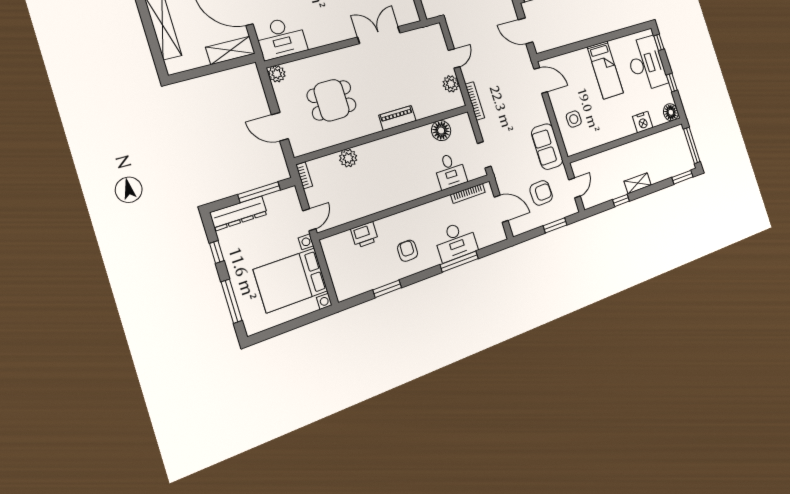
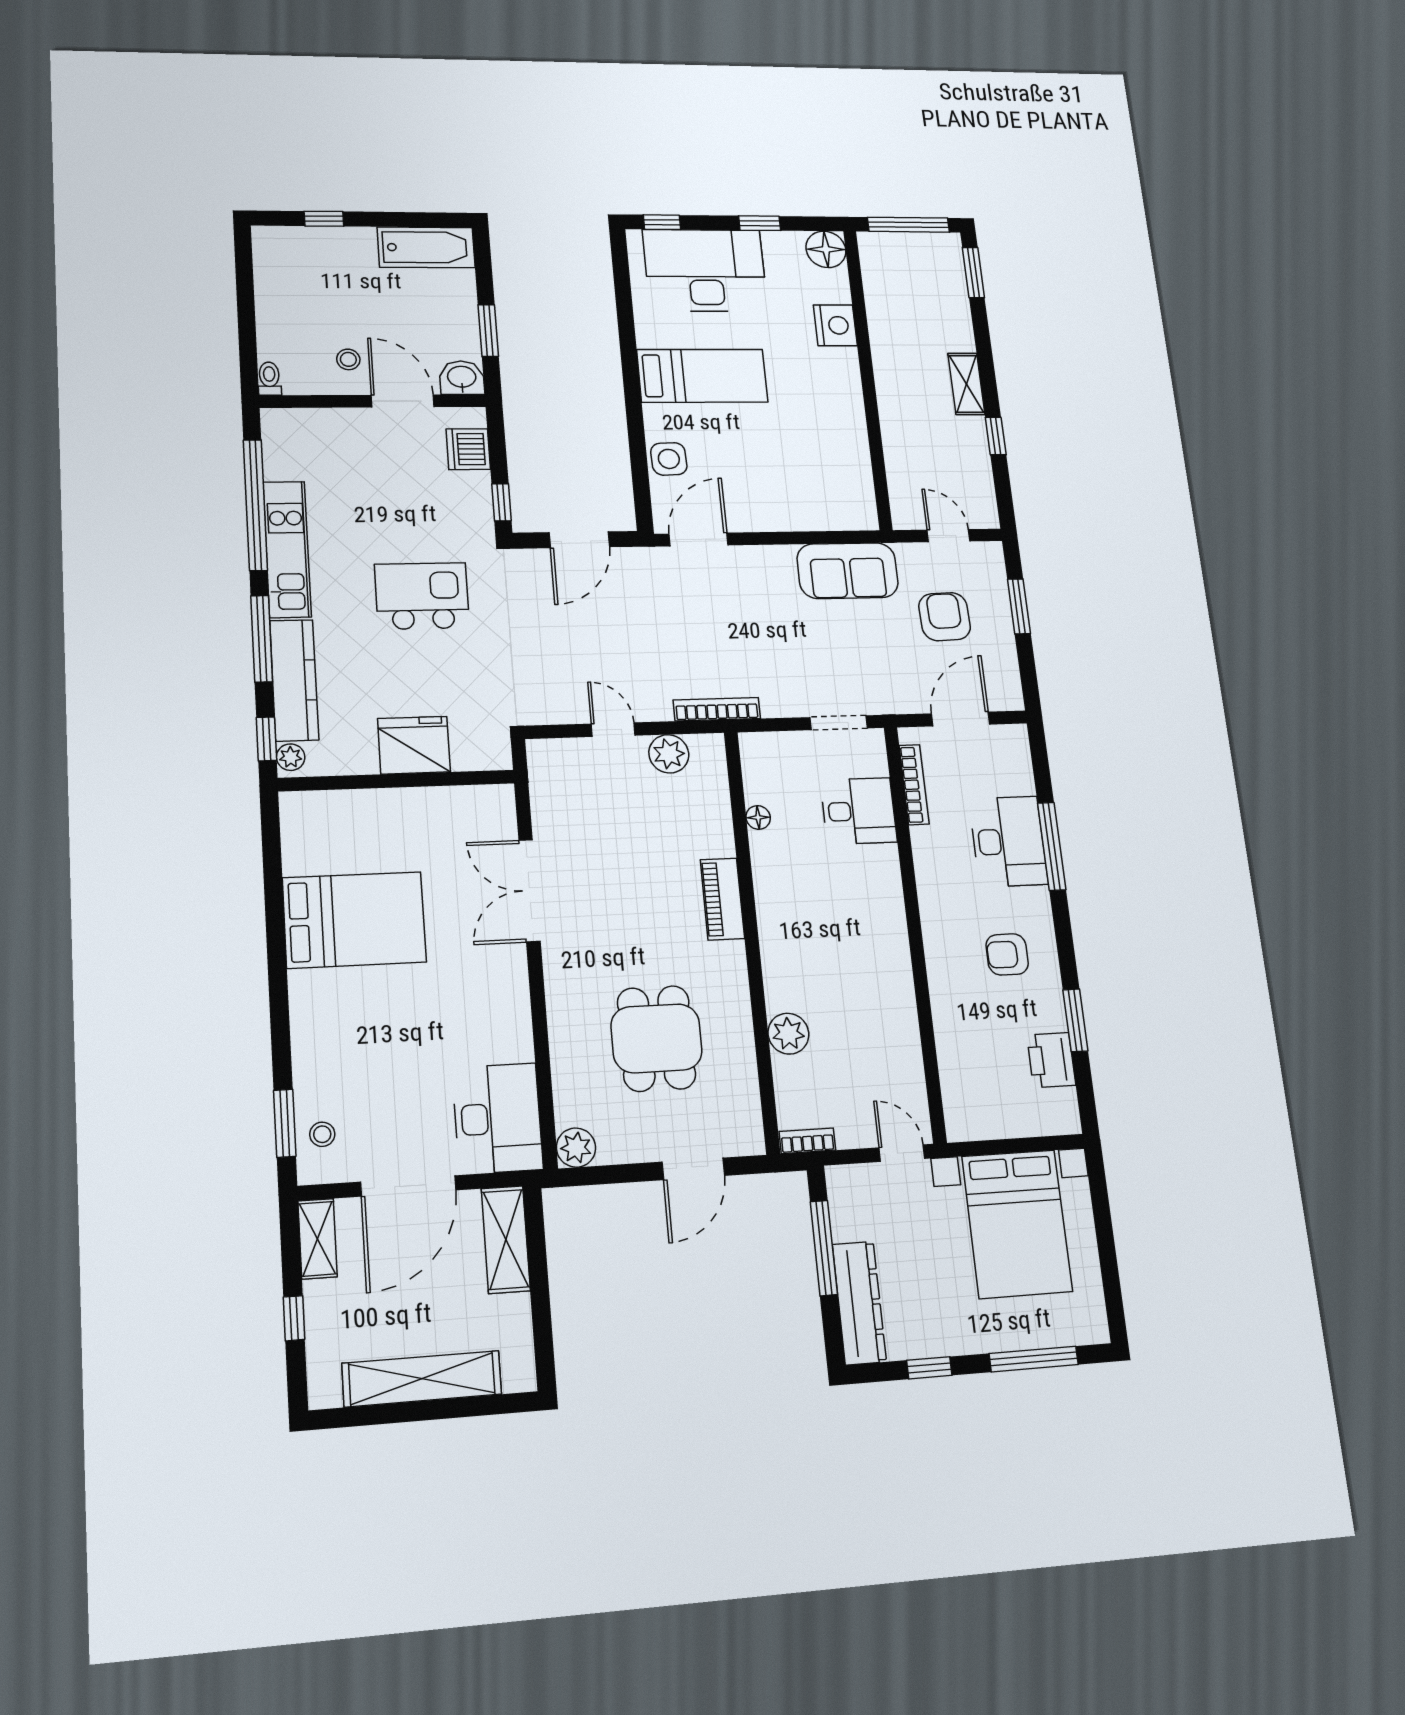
side table: (574, 119) -> (669, 459), moved
floor lamp: (441, 131) -> (758, 817), width x0.53, depth x0.53
printer: (365, 235) -> (1051, 1060), moved, turned 180

